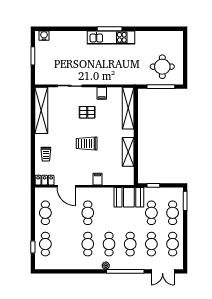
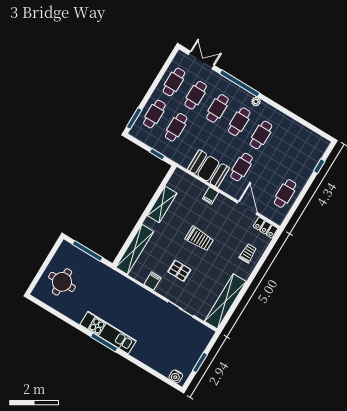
round table: (162, 67) -> (62, 282), moved
booth: (129, 197) -> (208, 169), moved
cafe table: (45, 244) -> (305, 161), removed

